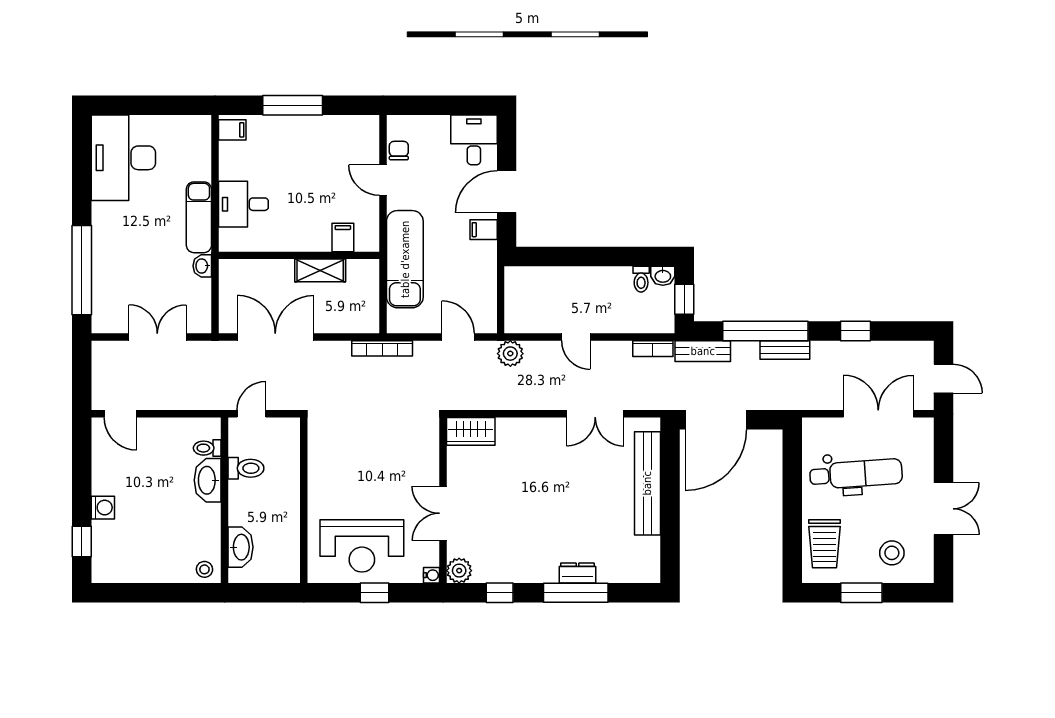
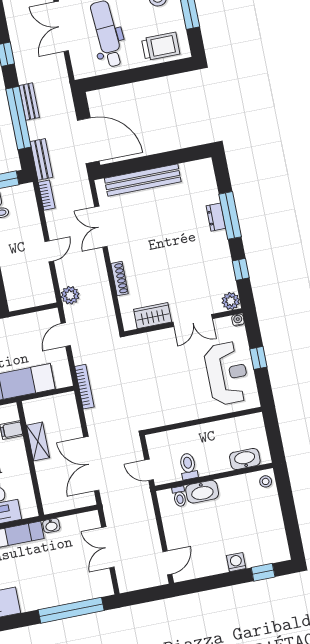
double door: (595, 414) -> (101, 227), swing flipped
shoe rack: (520, 425) -> (120, 279), added
wardrobe: (471, 431) -> (153, 316), moved, turned -90

